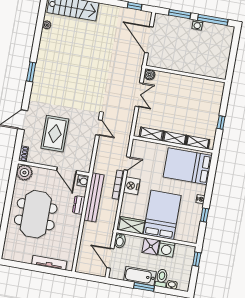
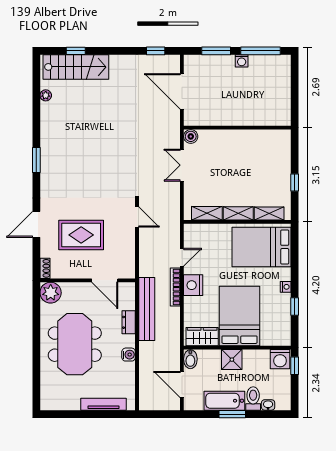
double door: (139, 95) -> (182, 165), swing flipped
rug: (55, 134) -> (81, 235), turned 90
water cooler: (83, 181) -> (129, 355), moved
washing machine: (166, 249) -> (280, 359), moved

